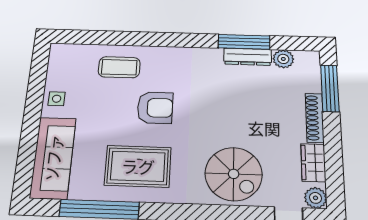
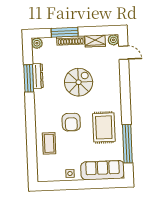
plant: (283, 59) -> (37, 43), moved
window: (330, 88) -> (65, 32), moved
armchair: (155, 108) -> (71, 122), turned 180
spiral stairs: (234, 174) -> (79, 82), moved

